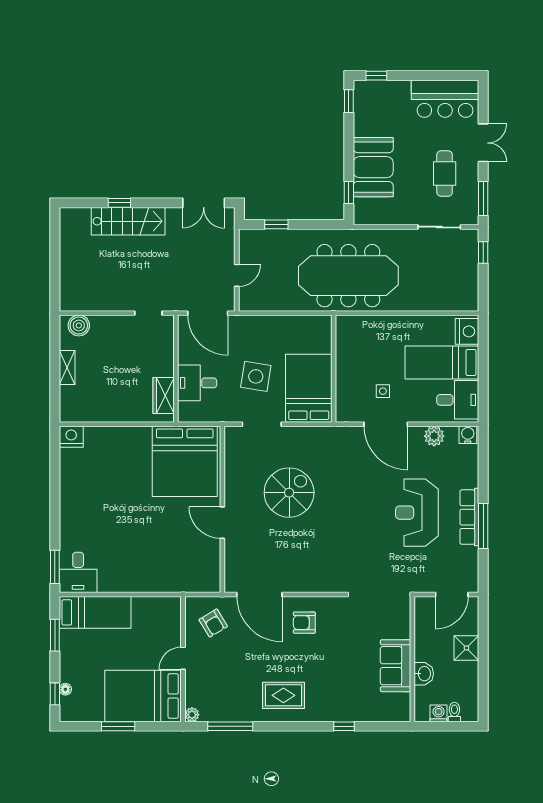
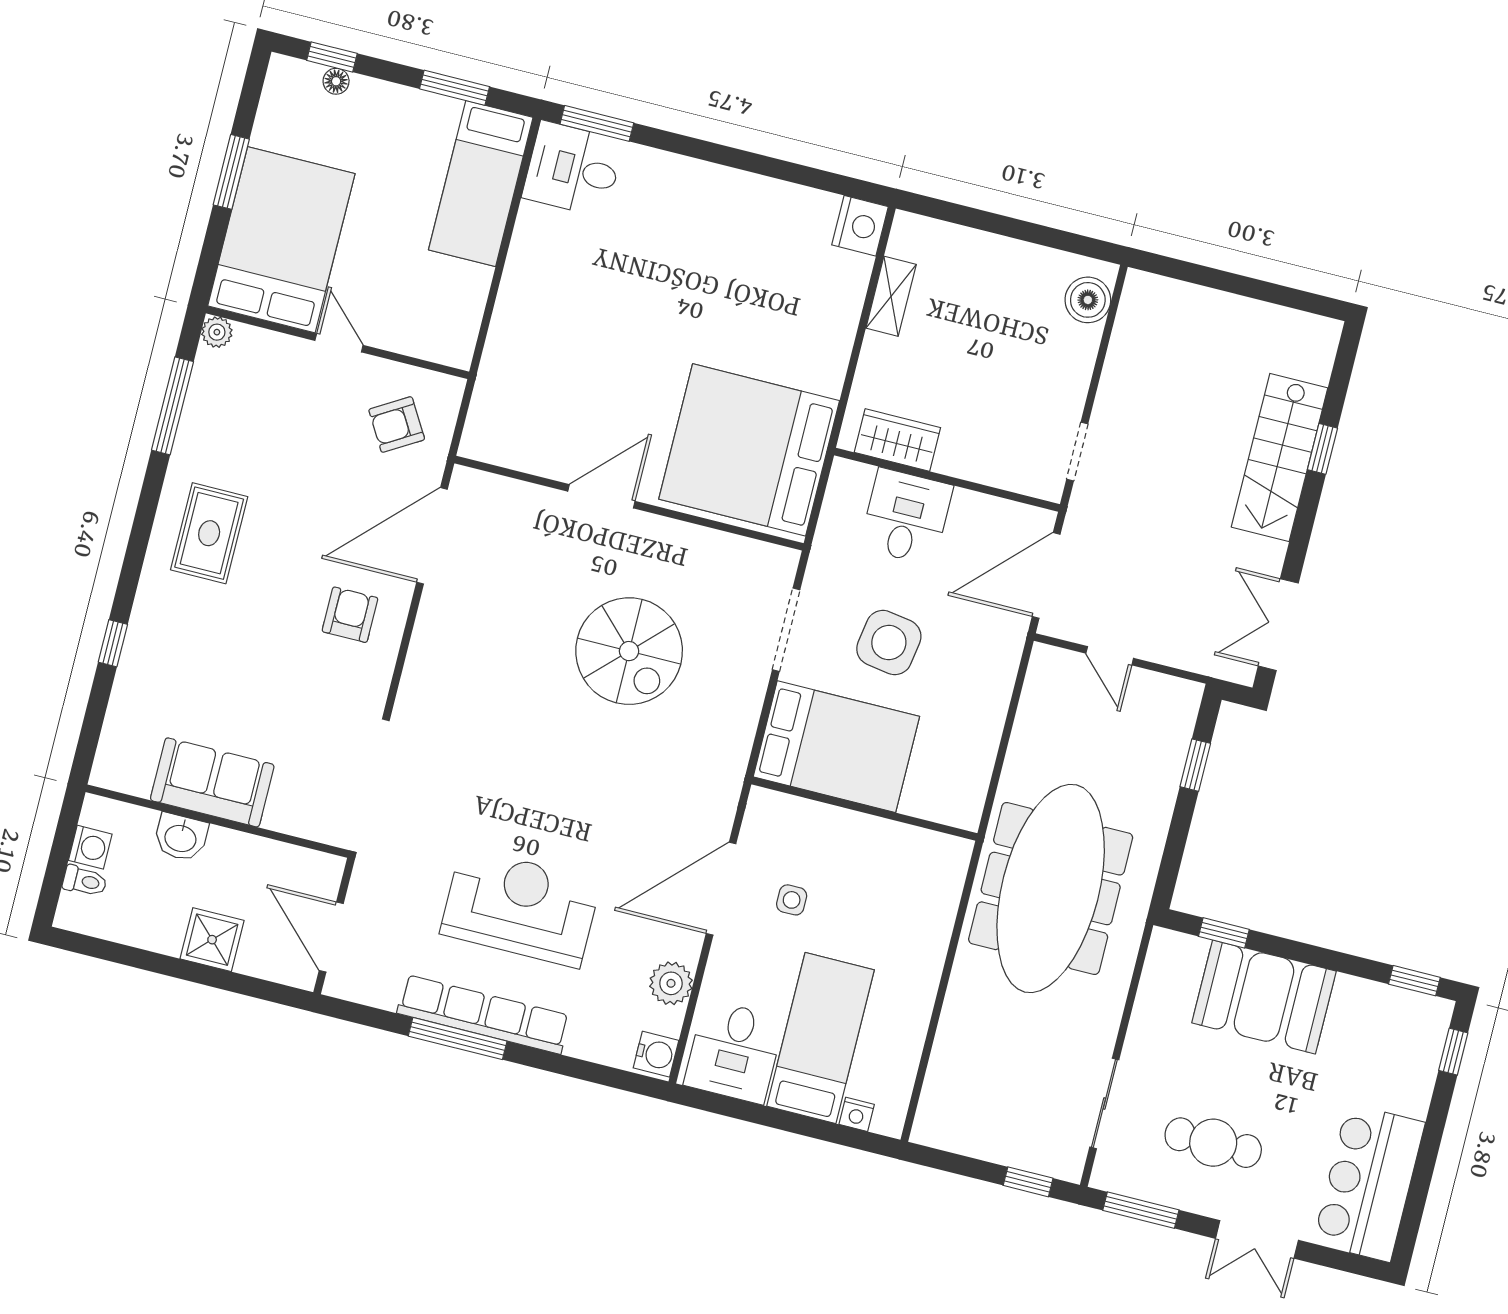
nightstand: (467, 331) -> (857, 1114), width x0.53, depth x0.56
shelving: (67, 368) -> (891, 296), moved, turned 90
row of seats: (469, 517) -> (483, 1014), width x1.36

